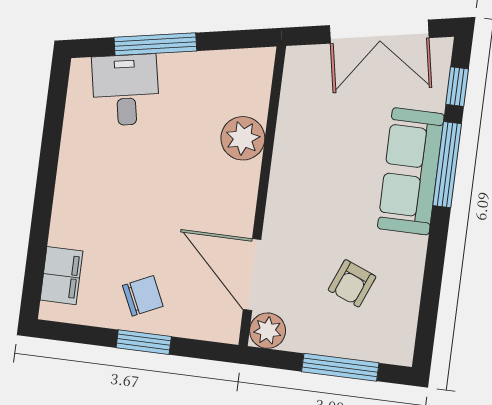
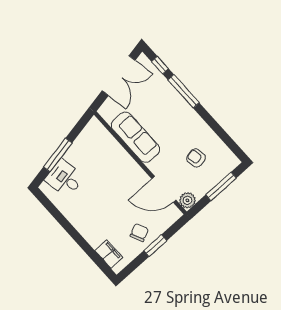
plant: (243, 138) -> (115, 153), removed
sofa: (411, 171) -> (135, 137), moved, turned 180
armchair: (352, 283) -> (196, 158), turned 147

